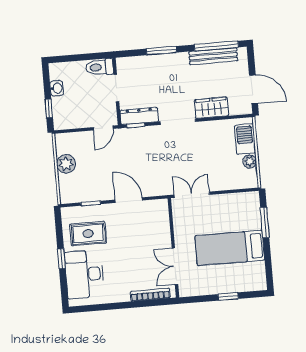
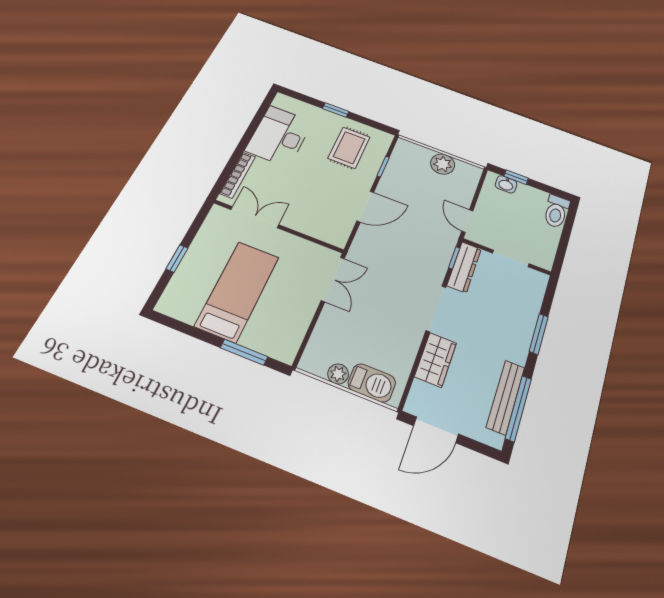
toilet: (99, 67) -> (556, 211), moved, turned 180
washbasin: (57, 88) -> (506, 184), moved
desk: (84, 274) -> (279, 136), moved, turned -90

